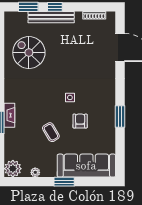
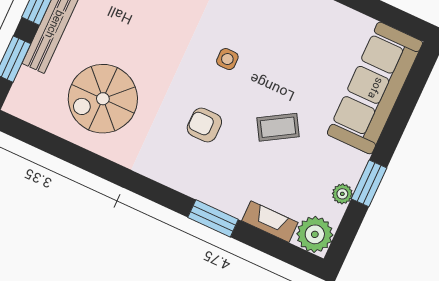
fireplace: (9, 115) -> (270, 222), moved
armchair: (80, 121) -> (204, 125), moved
window: (64, 182) -> (369, 183), moved

